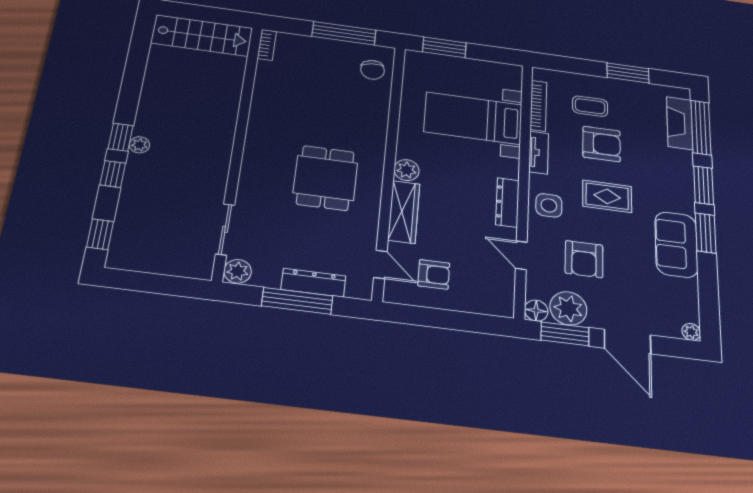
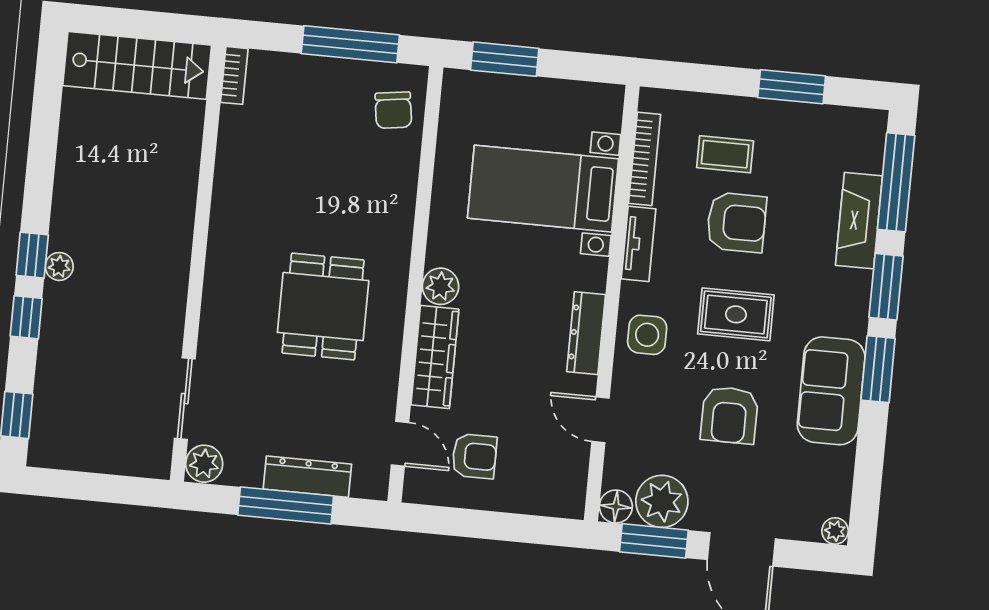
fireplace: (680, 123) -> (859, 221), moved
armchair: (584, 259) -> (729, 415), moved

